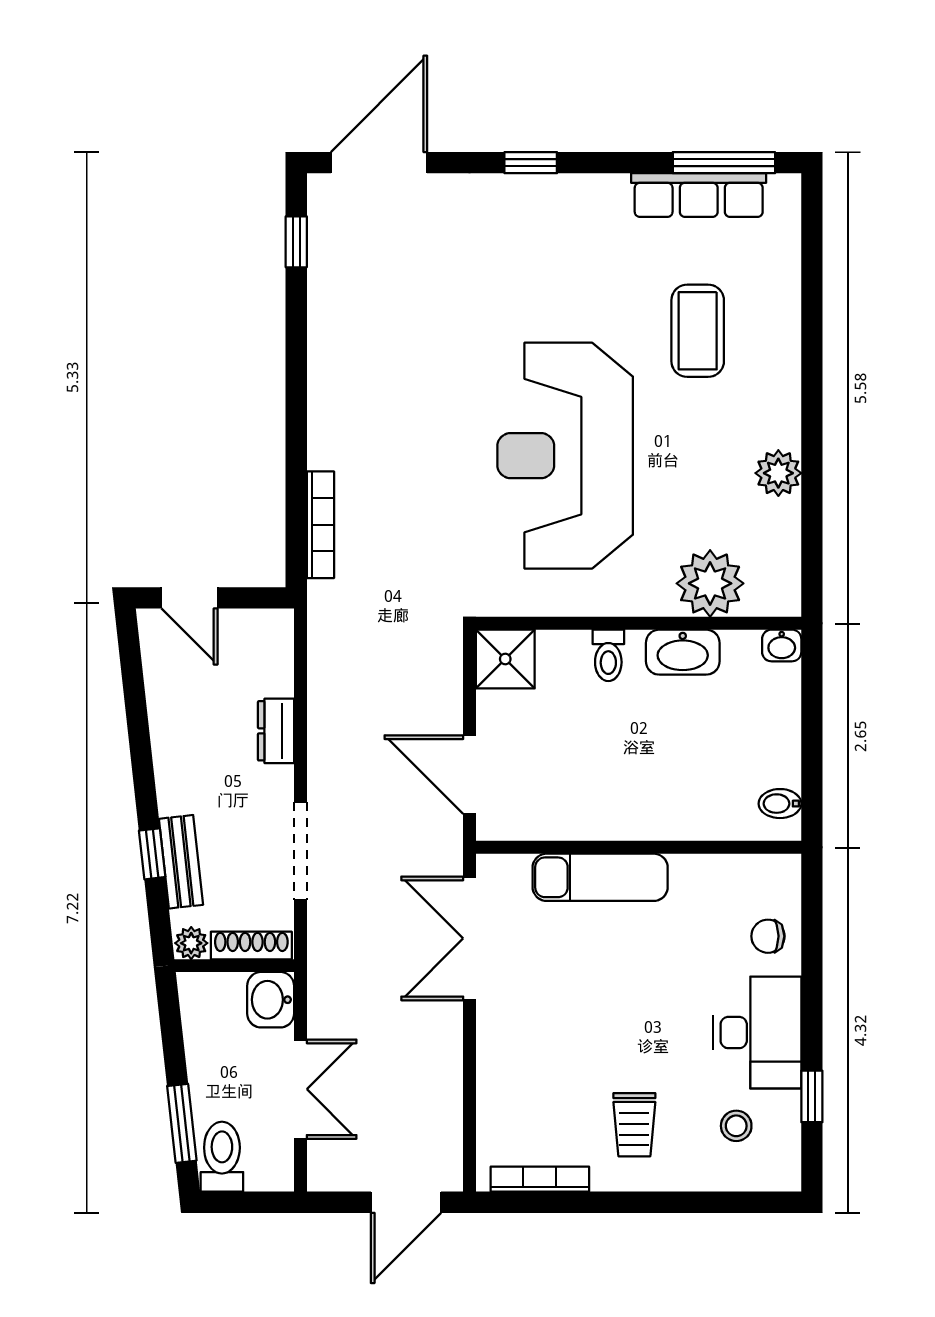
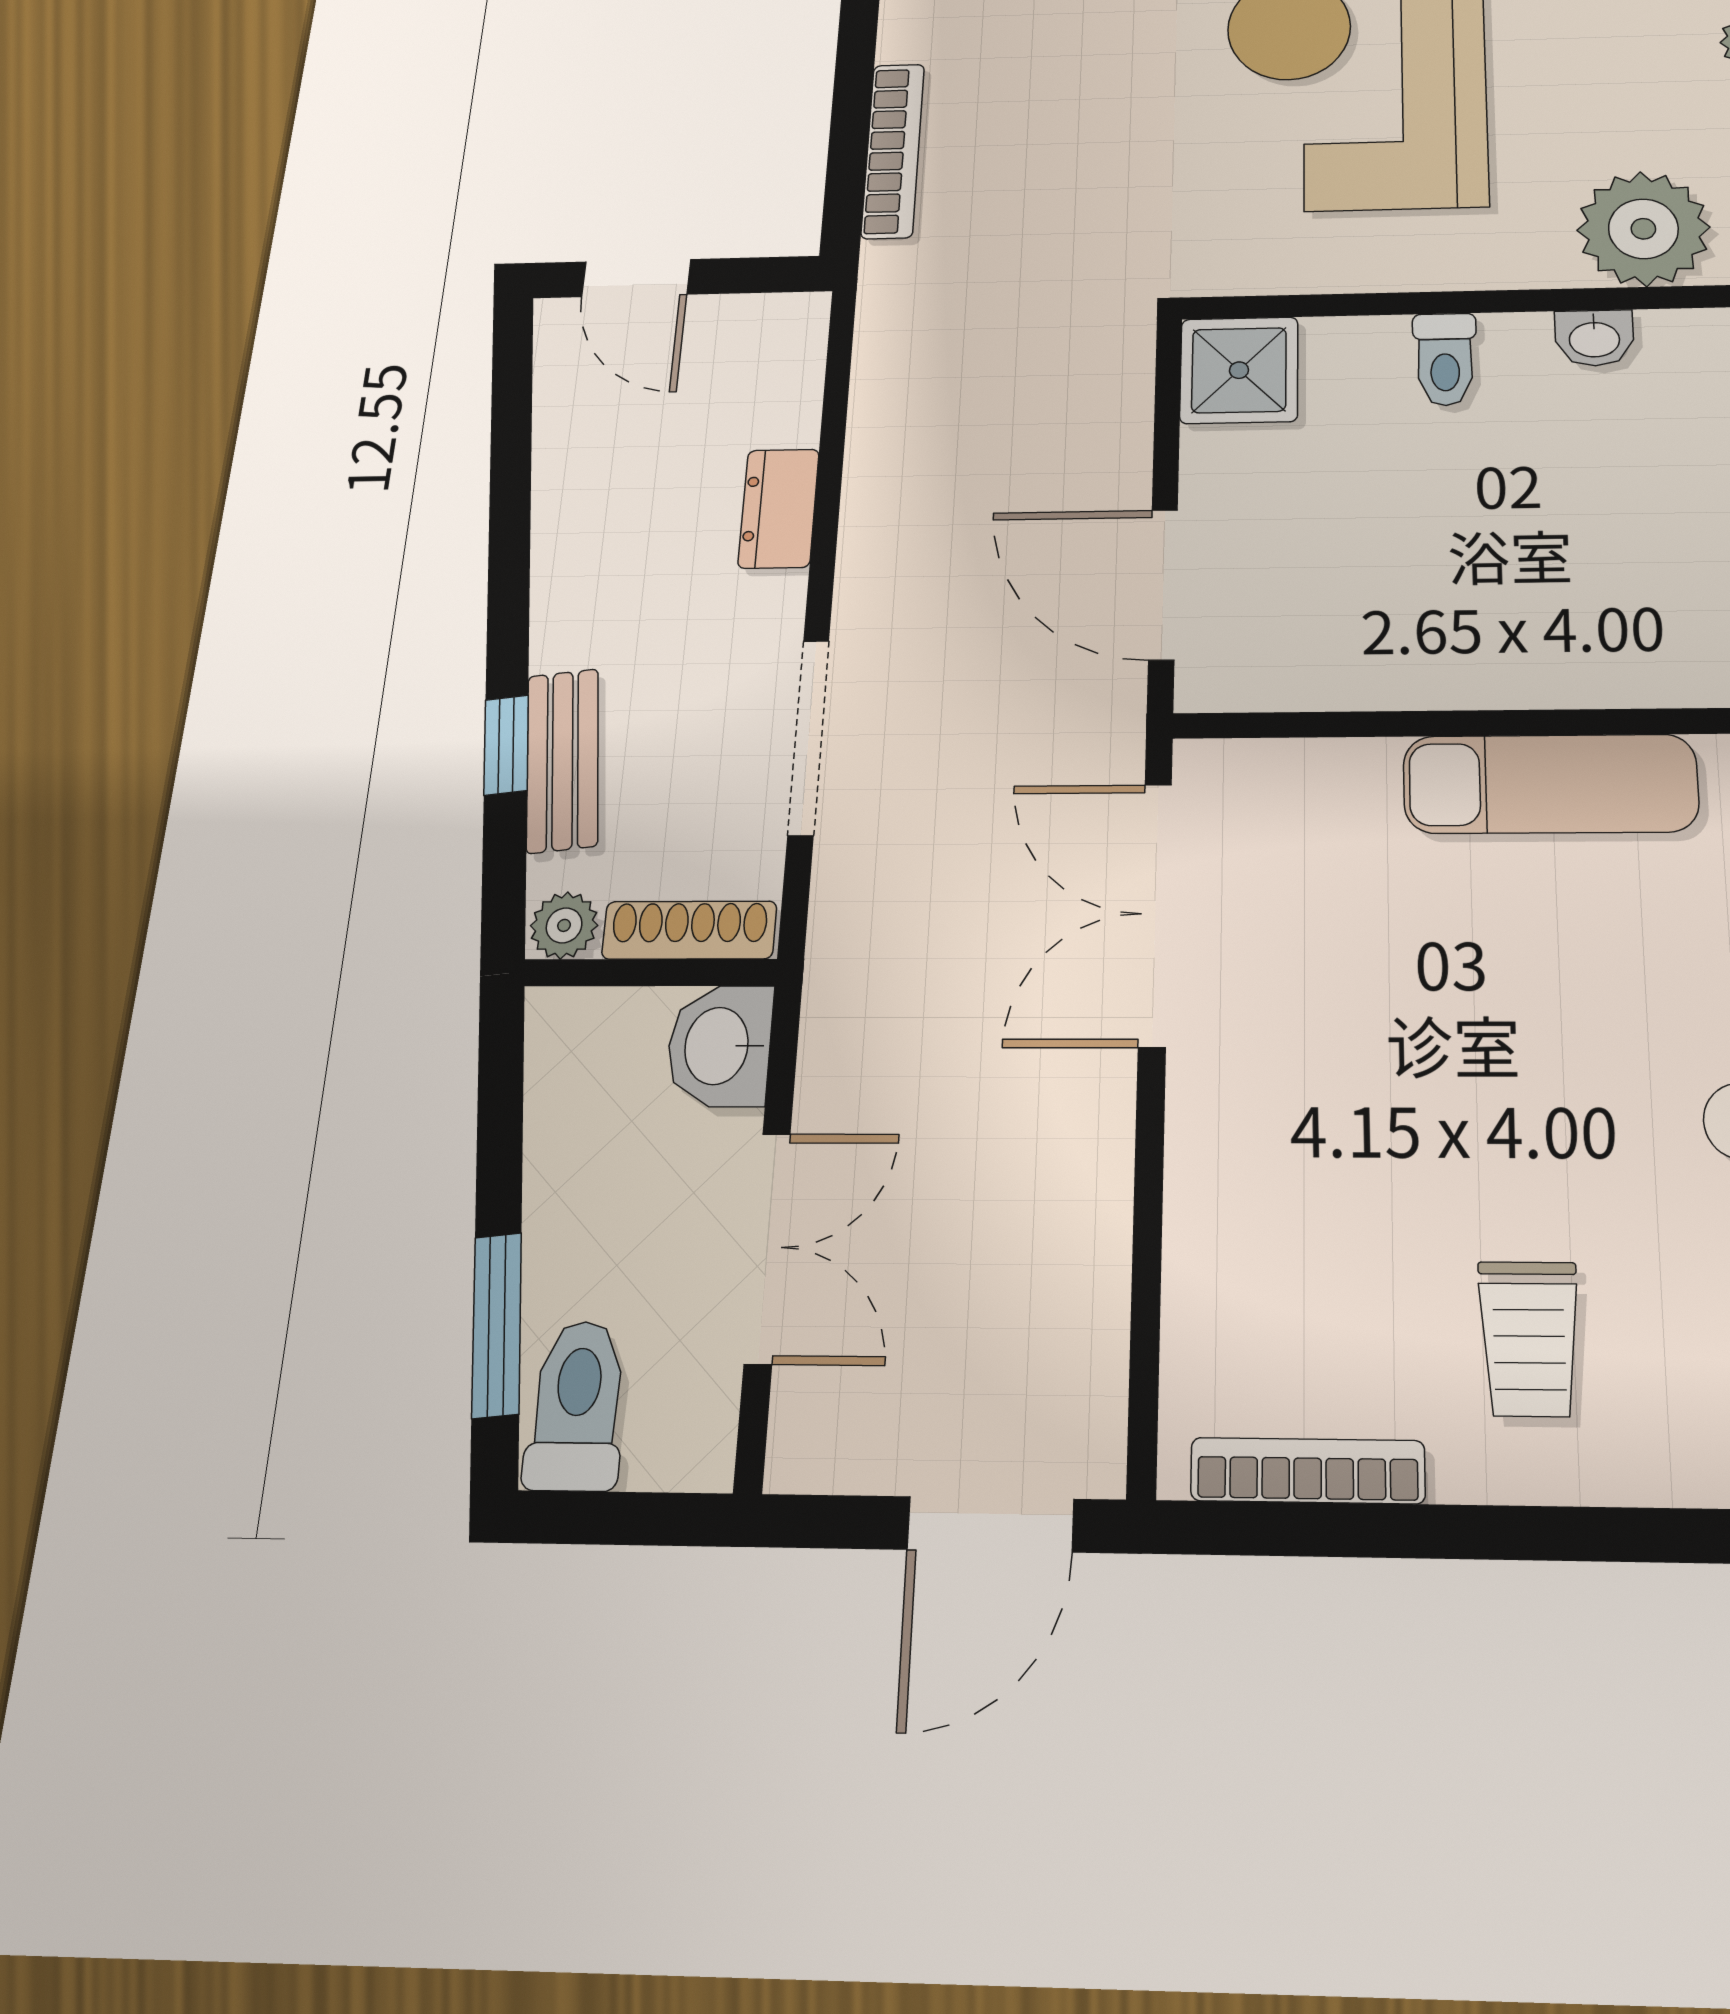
washbasin: (683, 652) -> (1594, 338), width x0.52, depth x0.69
exam couch: (600, 877) -> (1550, 784), moved

